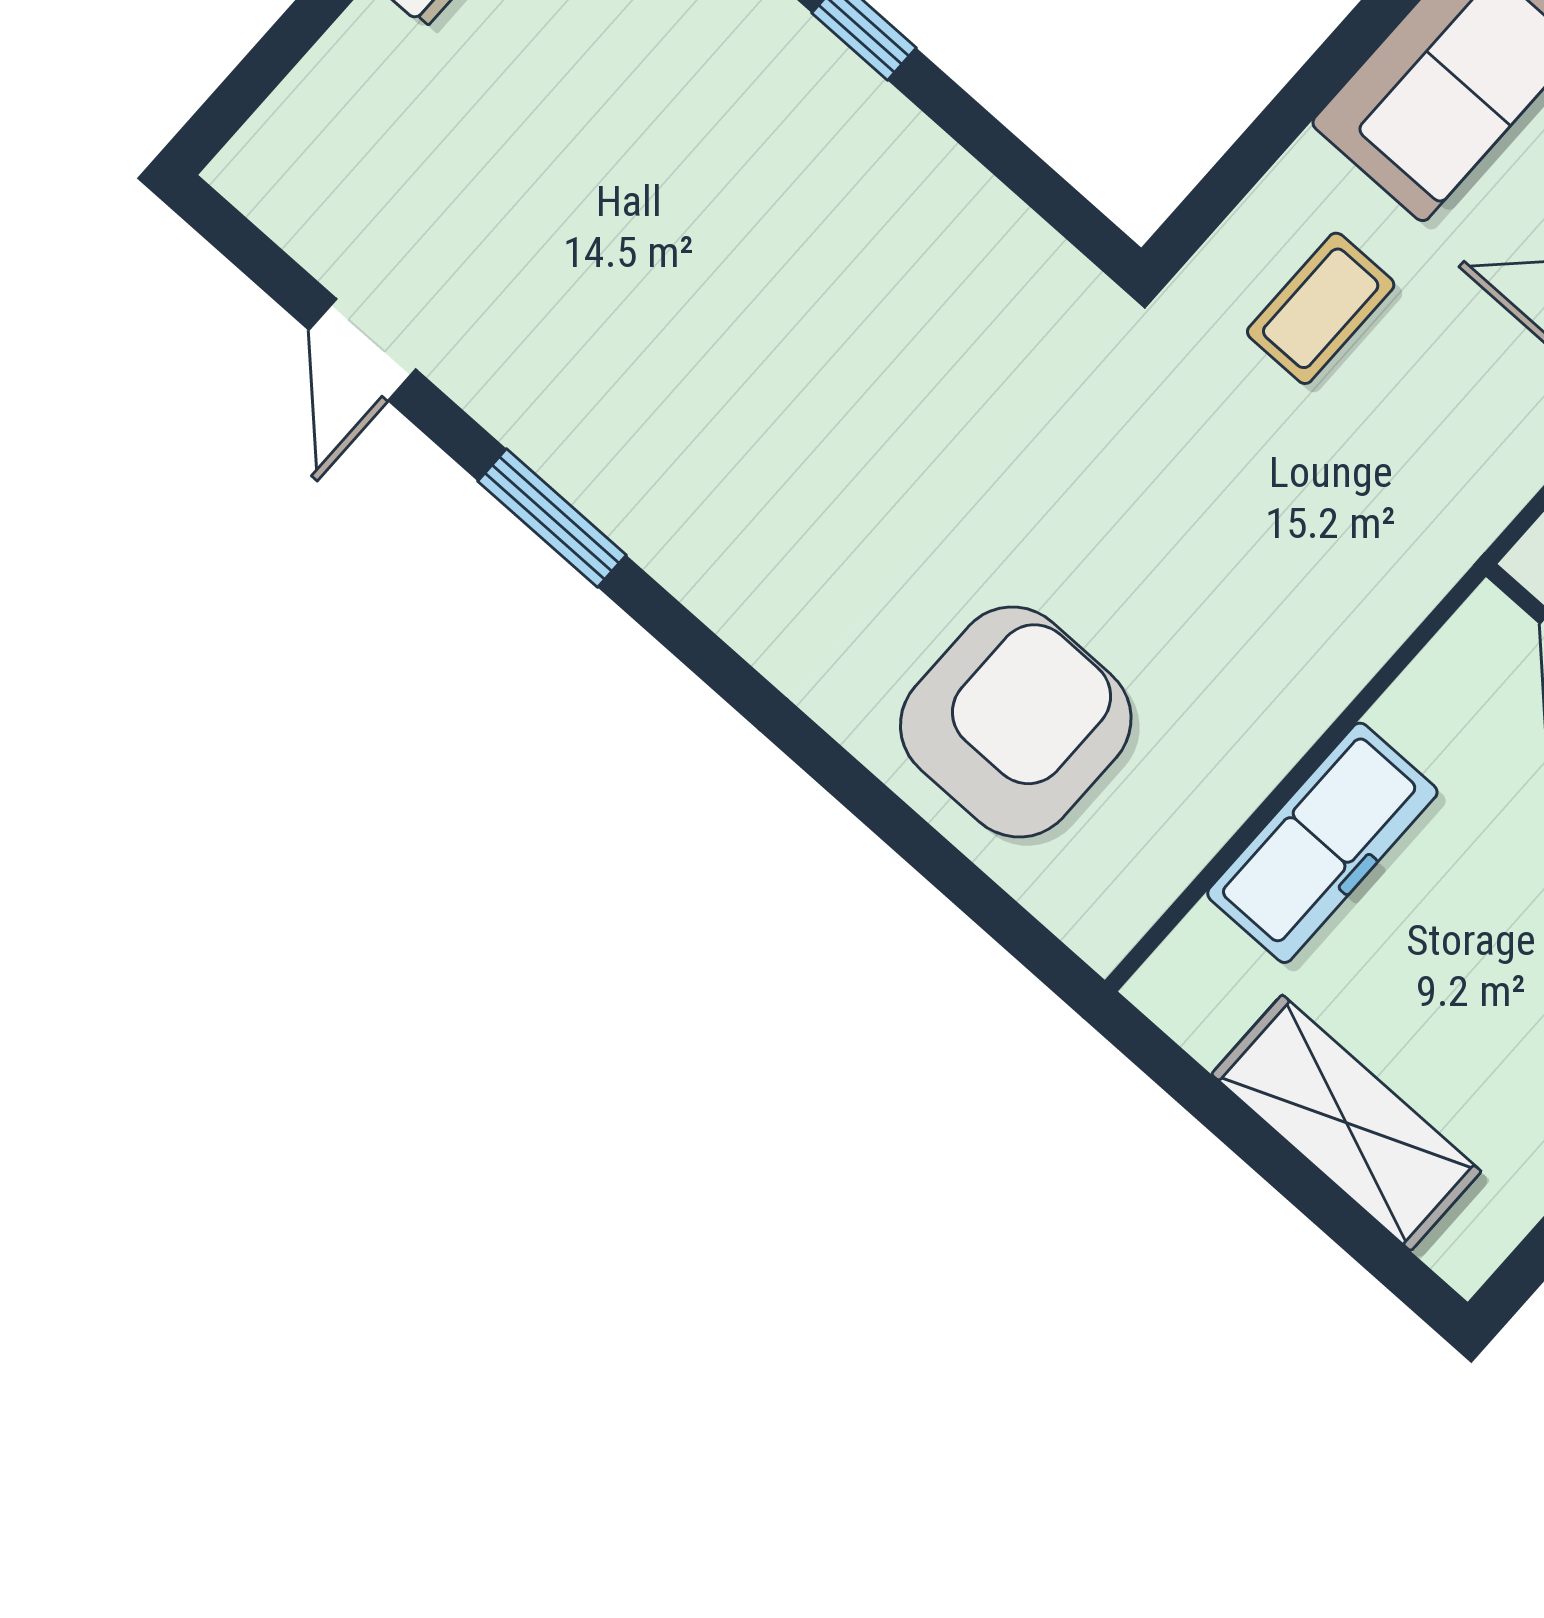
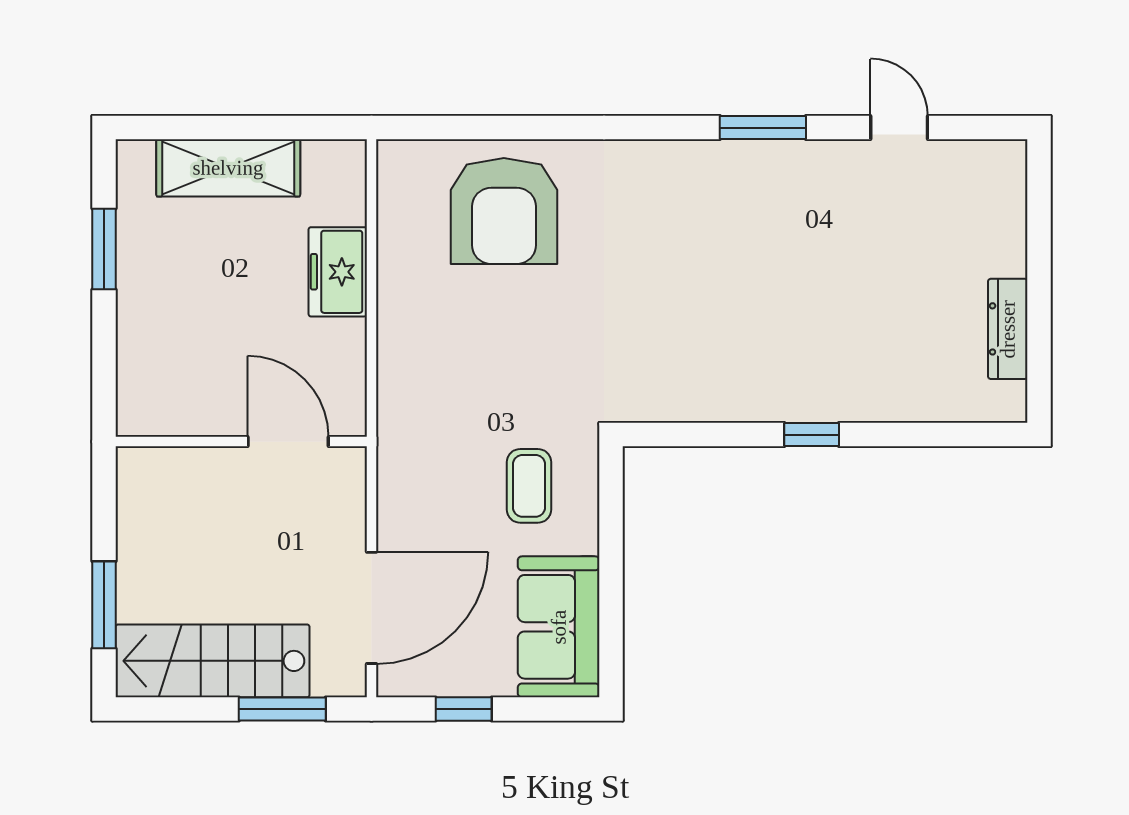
freezer: (1322, 843) -> (338, 272), width x0.71

